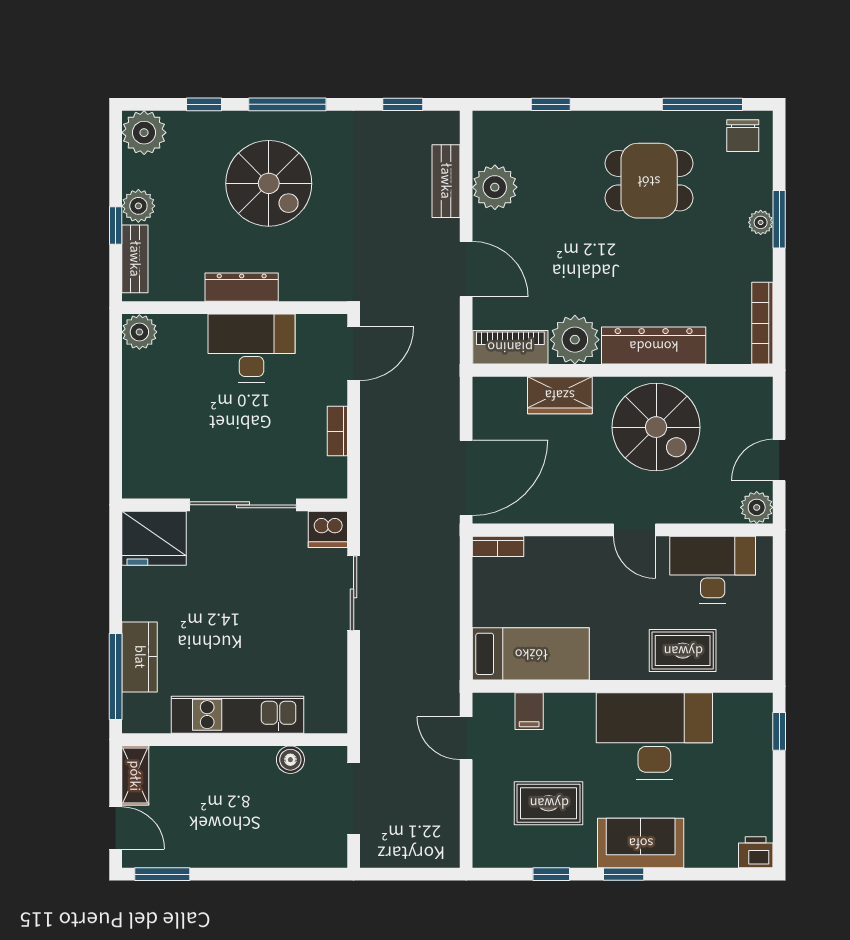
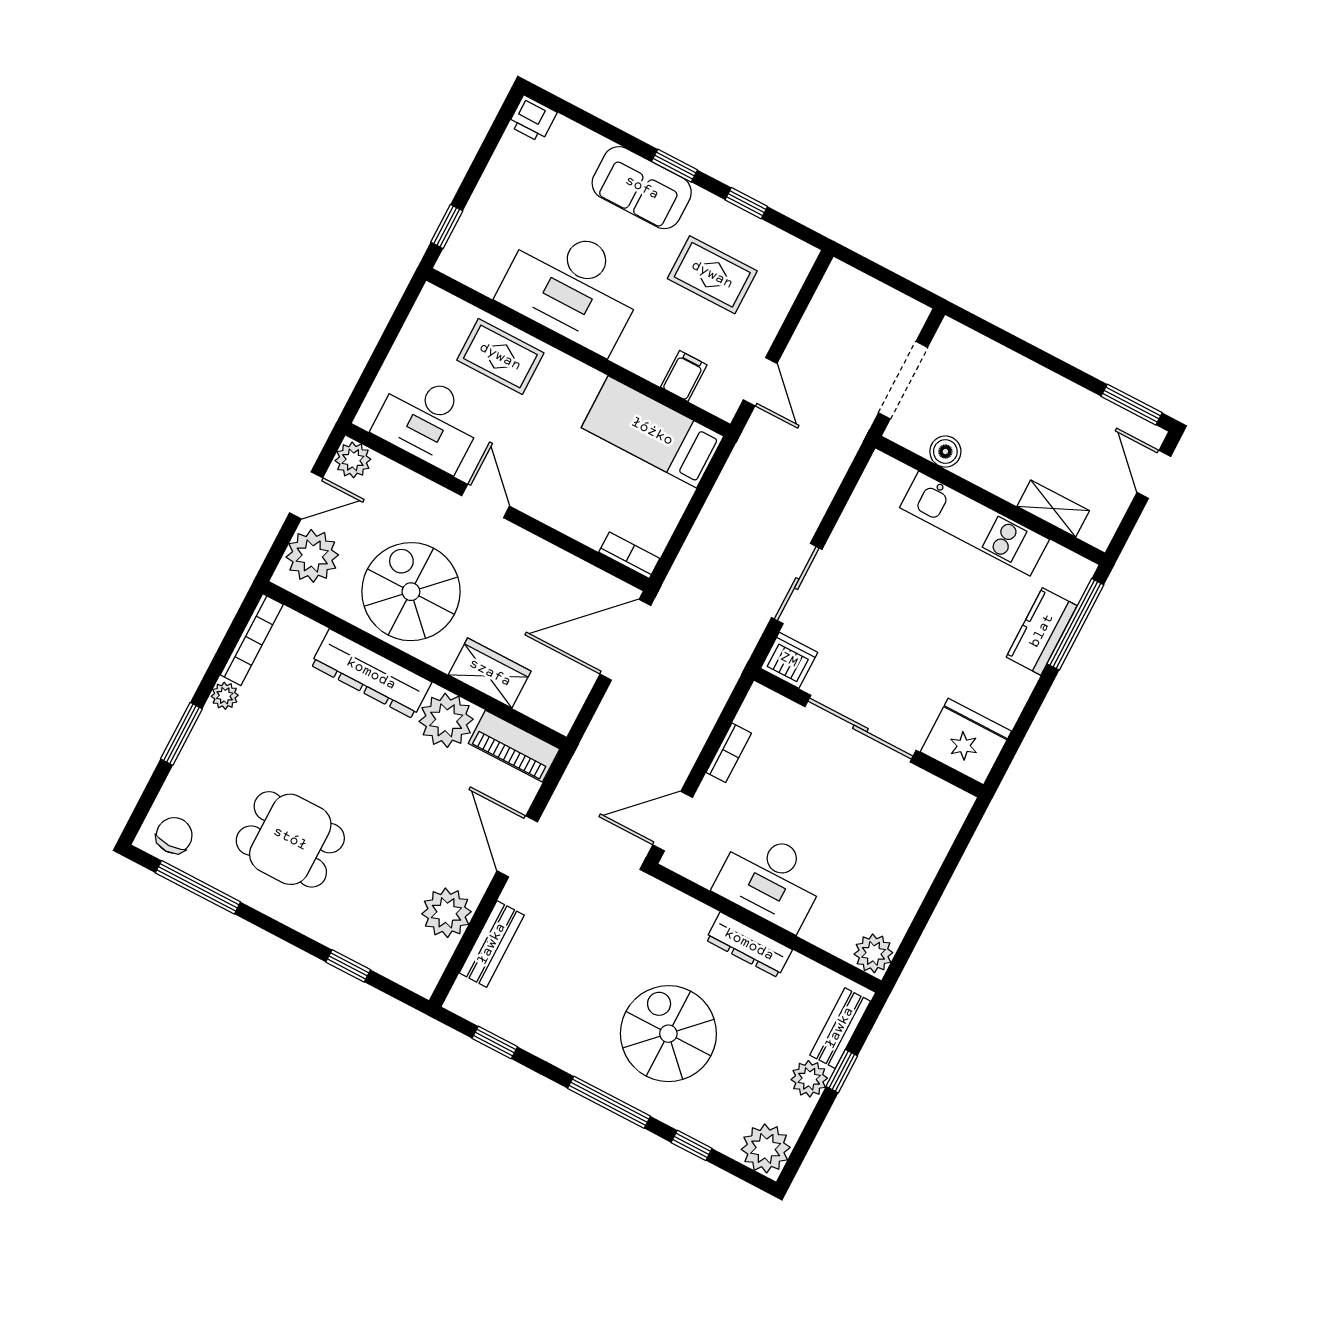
plant: (761, 222) -> (225, 696), moved
plant: (749, 414) -> (312, 556), added
shelving: (135, 776) -> (1053, 509), moved, turned 90

